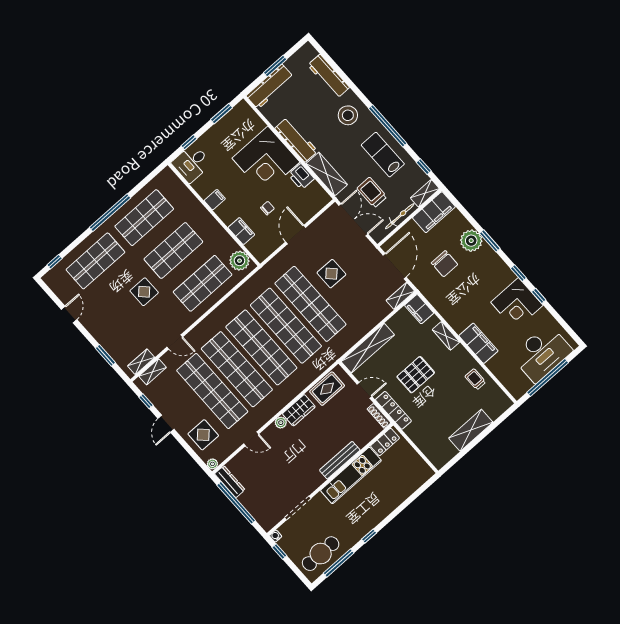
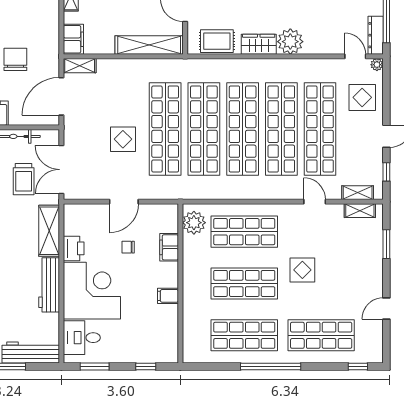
desk: (192, 163) -> (82, 338), moved, turned 180
plant: (281, 423) -> (290, 42), width x1.88, depth x1.88
door: (251, 439) -> (355, 56), moved

